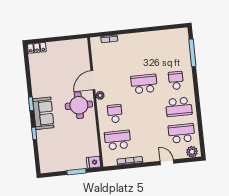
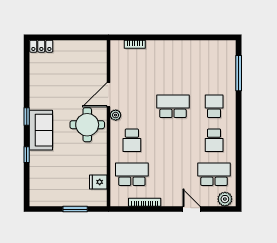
school desk: (179, 107) -> (214, 140), width x0.54
school desk: (115, 114) -> (132, 140), turned 180
fridge: (94, 162) -> (98, 182), moved

